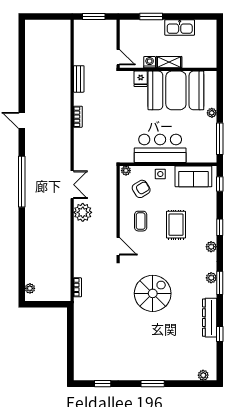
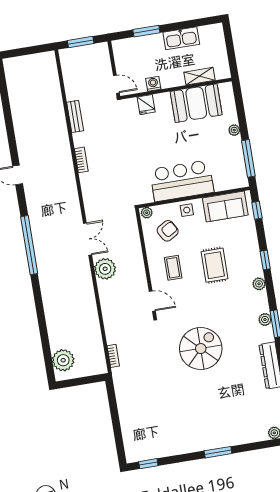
shelving: (169, 62) -> (200, 76), moved
booth: (176, 90) -> (196, 103), width x0.73, depth x0.70
plant: (30, 288) -> (63, 360), width x1.88, depth x1.88
window: (103, 384) -> (148, 464), moved

